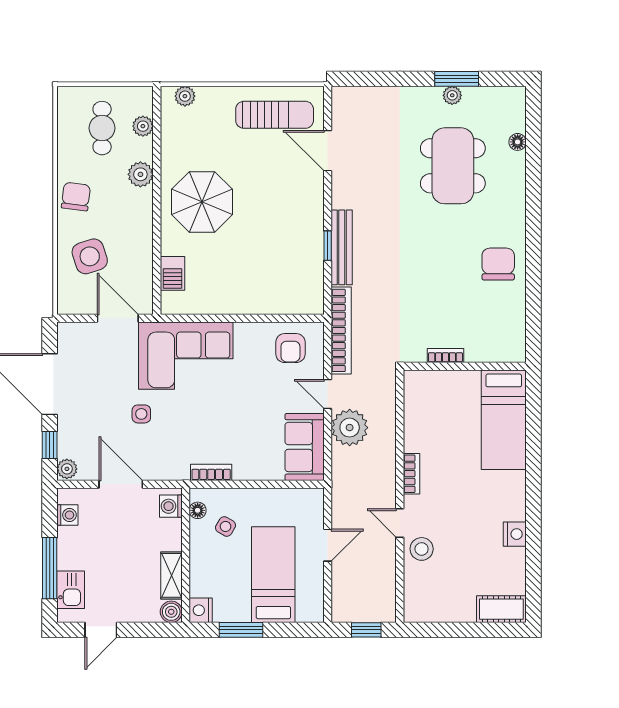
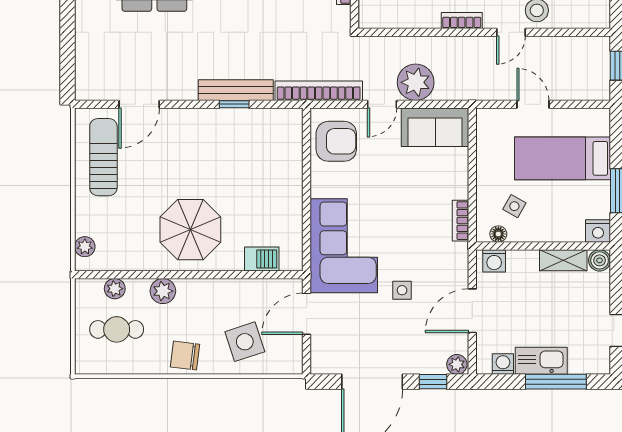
armchair: (290, 348) -> (336, 141), width x1.38, depth x1.38
kitchen sink: (71, 590) -> (541, 361), moved, width x1.38

